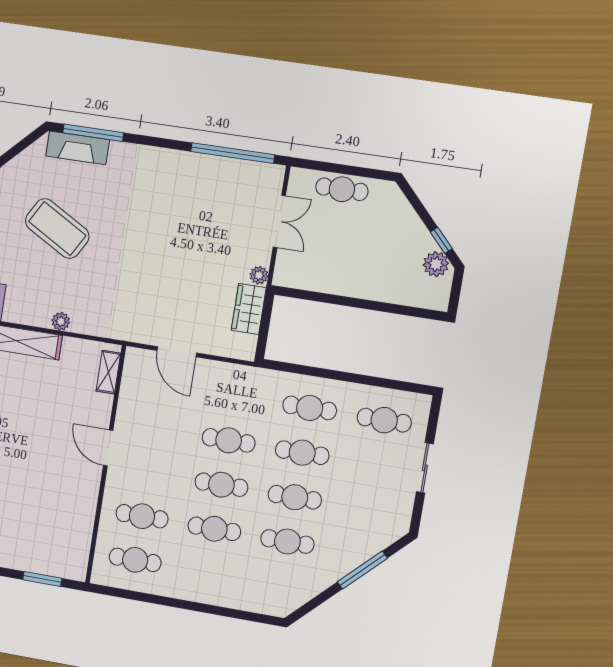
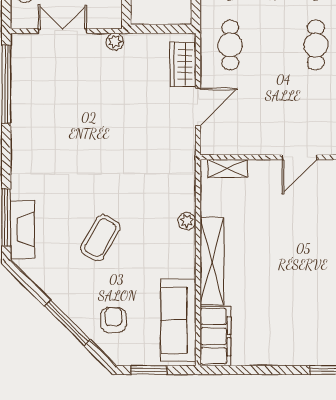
coffee table: (57, 229) -> (100, 238), width x0.73, depth x0.76
wardrobe: (249, 309) -> (183, 64), moved, turned 90
cafe table: (229, 440) -> (230, 45), moved

